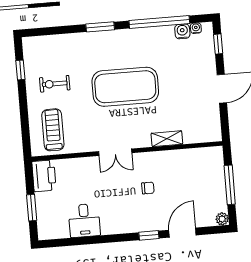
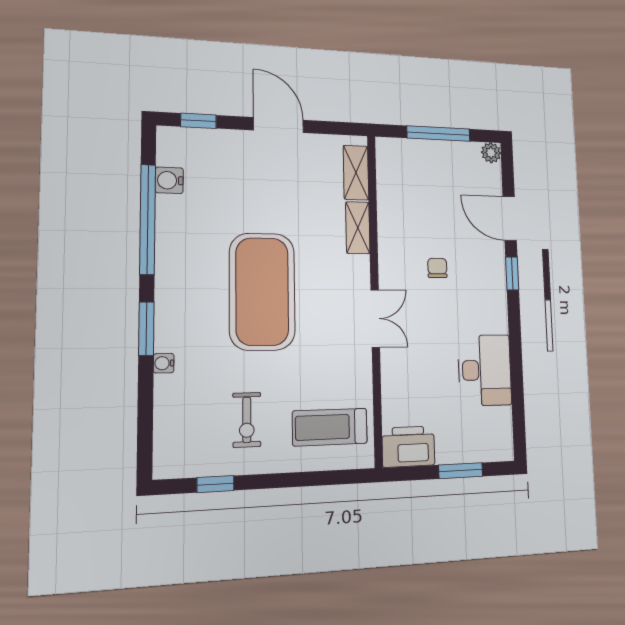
water cooler: (196, 28) -> (164, 363), moved
shelving: (199, 136) -> (356, 173), added
desk: (84, 220) -> (485, 370), width x1.37

